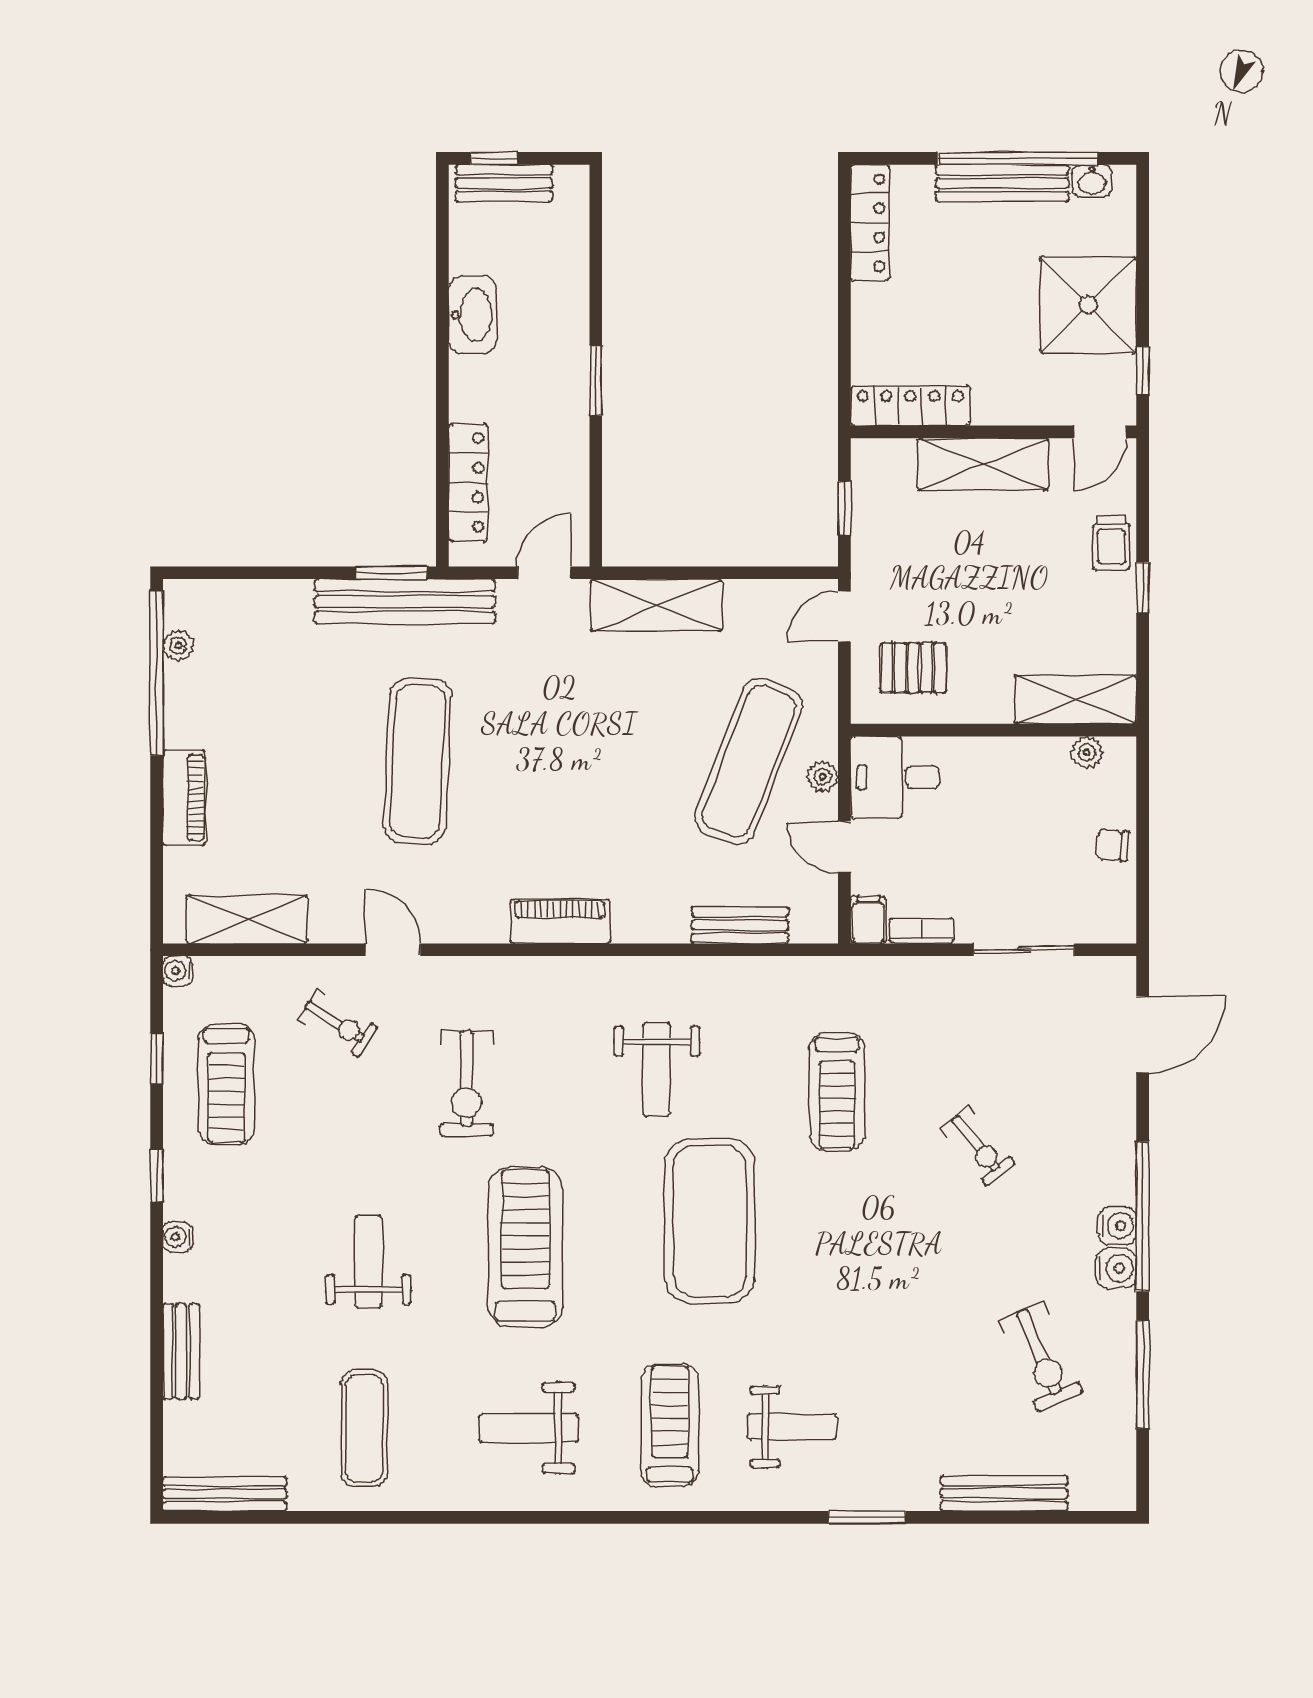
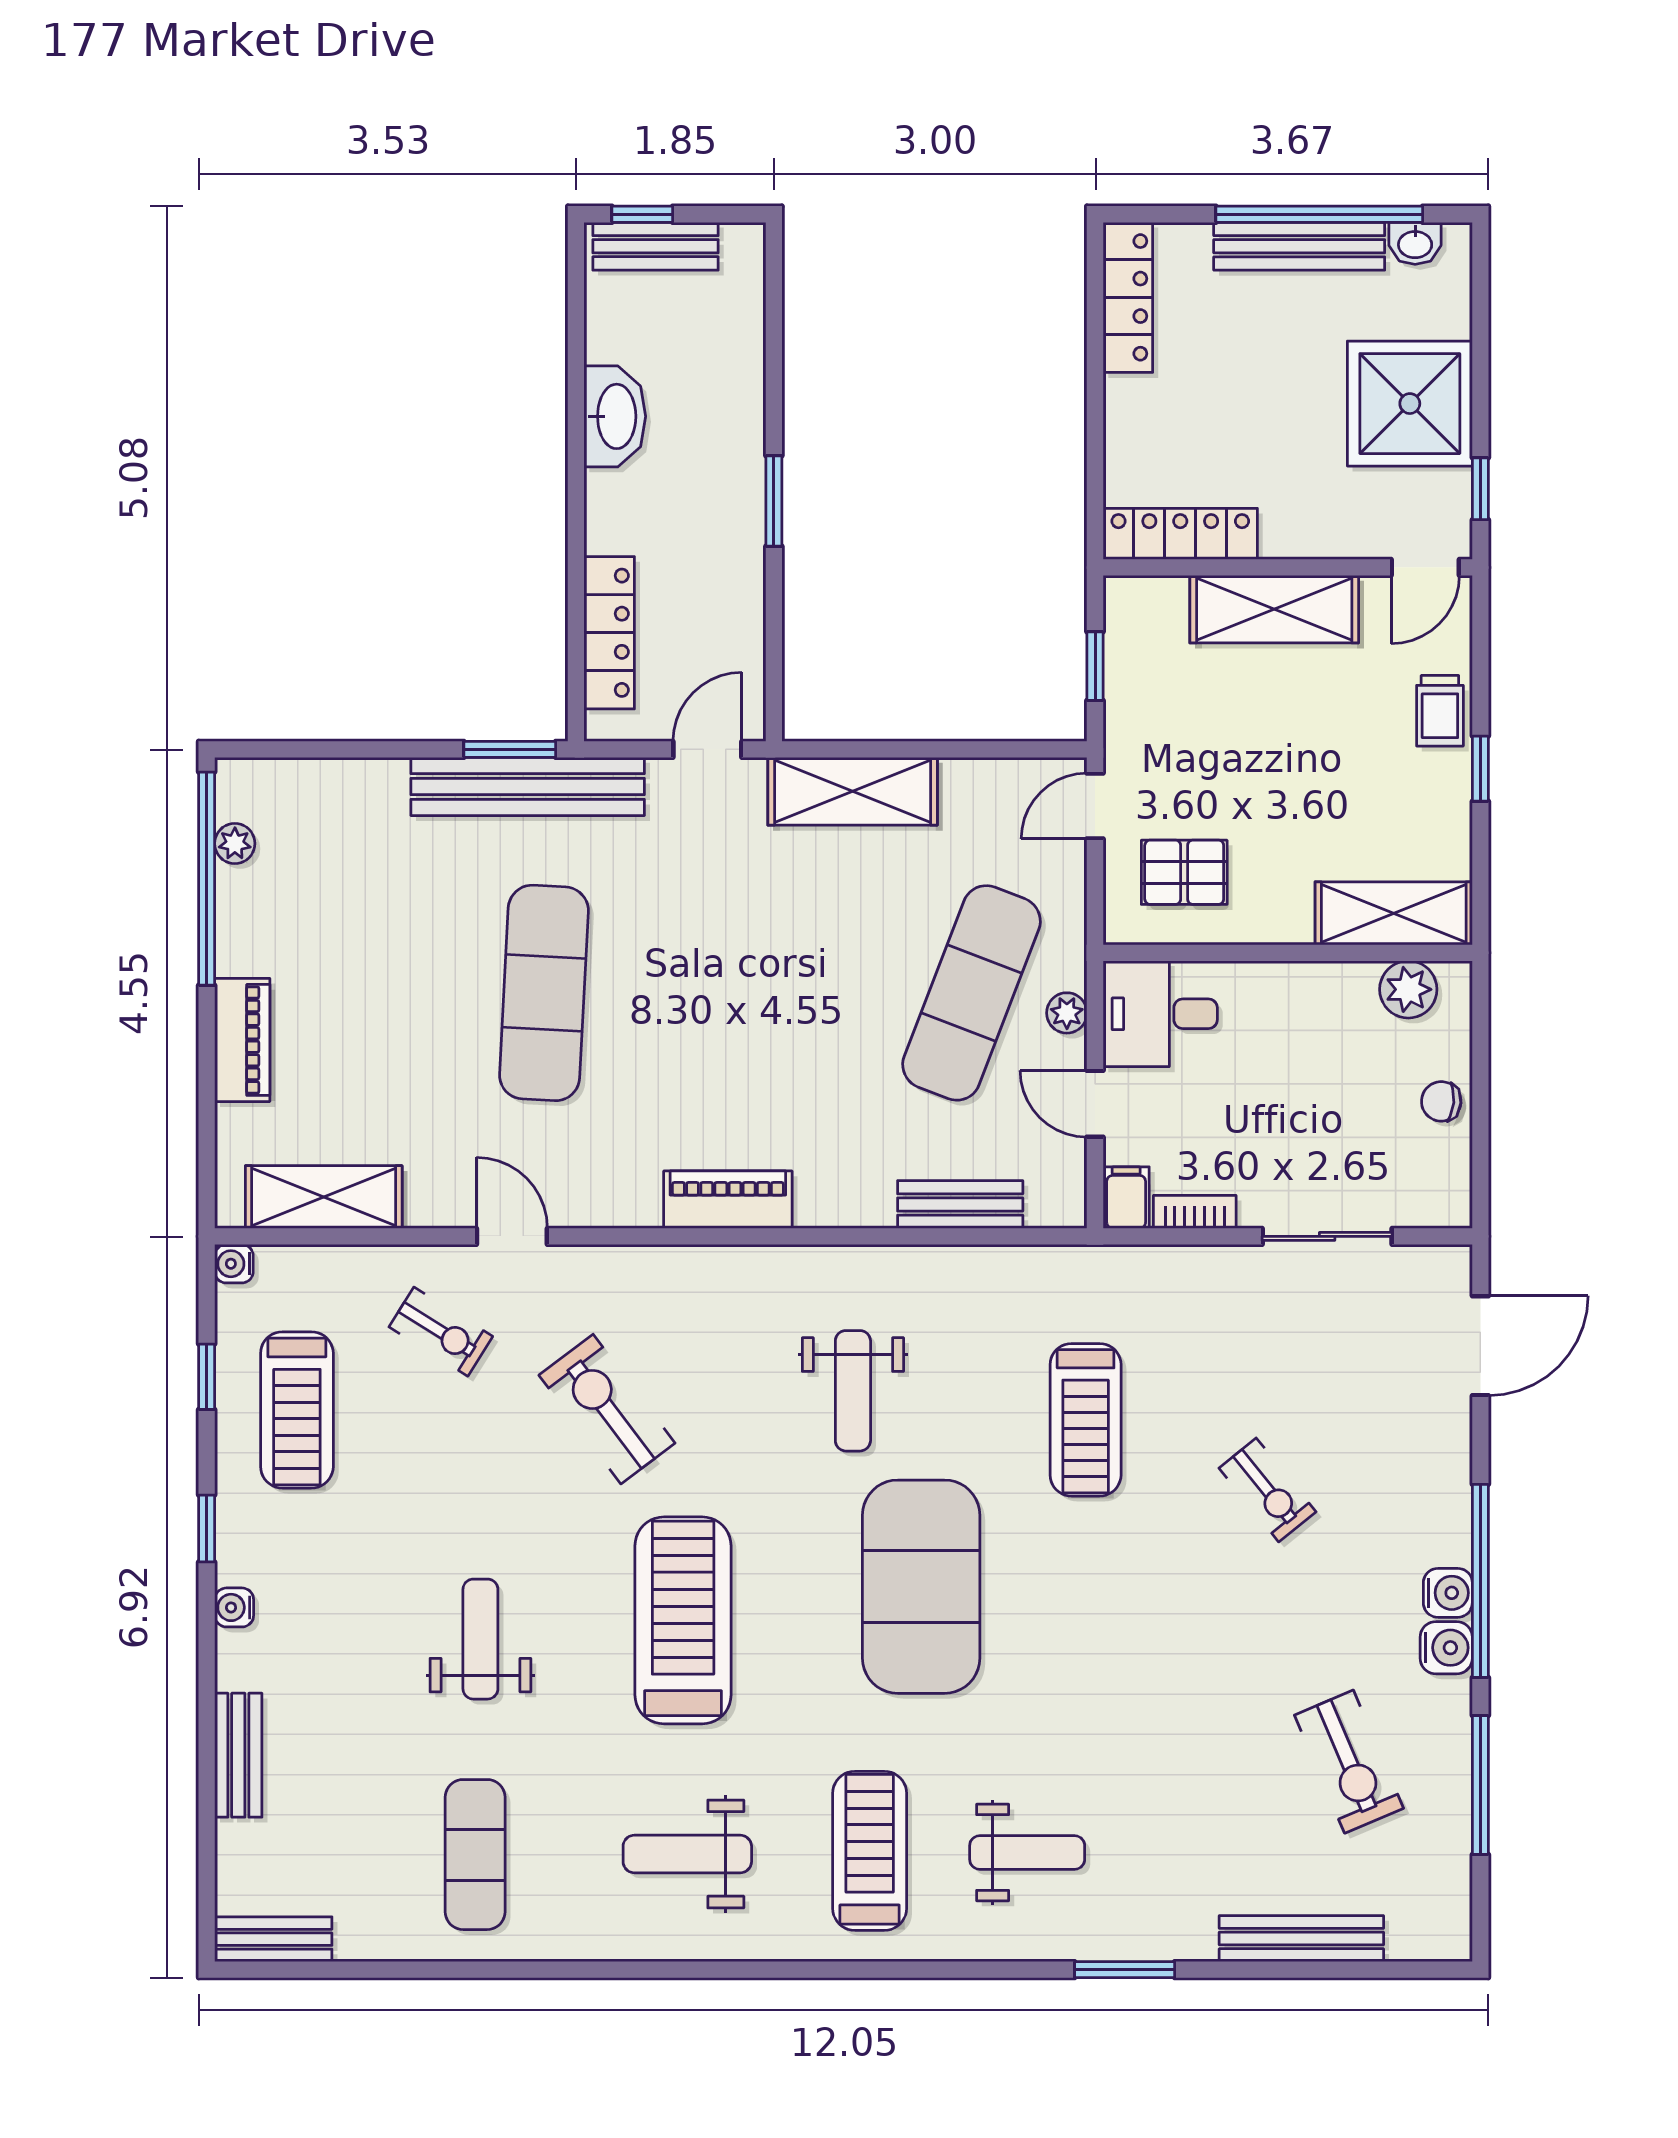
plant: (1087, 752) -> (1408, 989), width x1.38, depth x1.38
exercise bike: (466, 1083) -> (607, 1409), turned 143
bench: (225, 1494) -> (273, 1939), width x0.73

